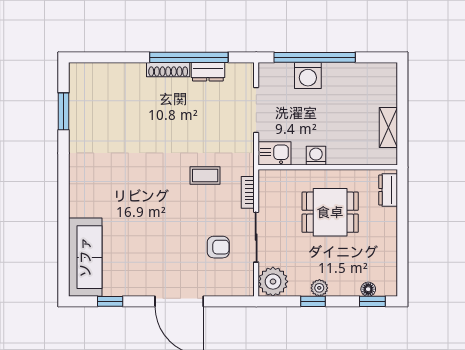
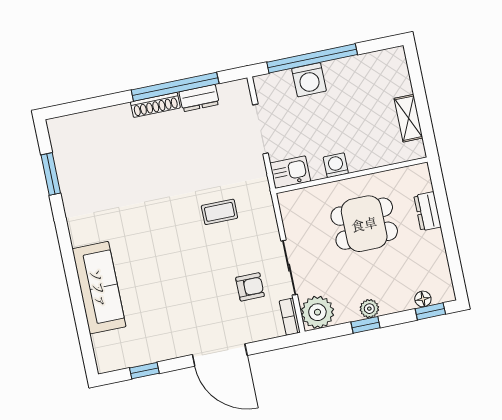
dresser: (388, 190) -> (427, 211), moved
bookcase: (248, 192) -> (290, 317), moved
sofa: (85, 257) -> (99, 288), moved

